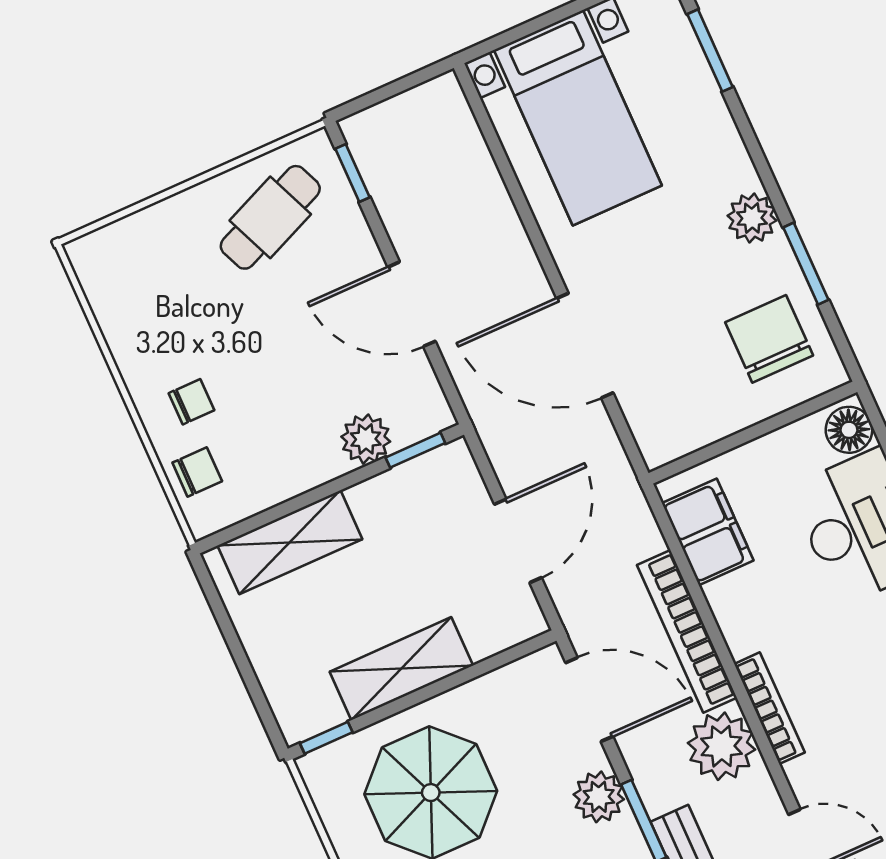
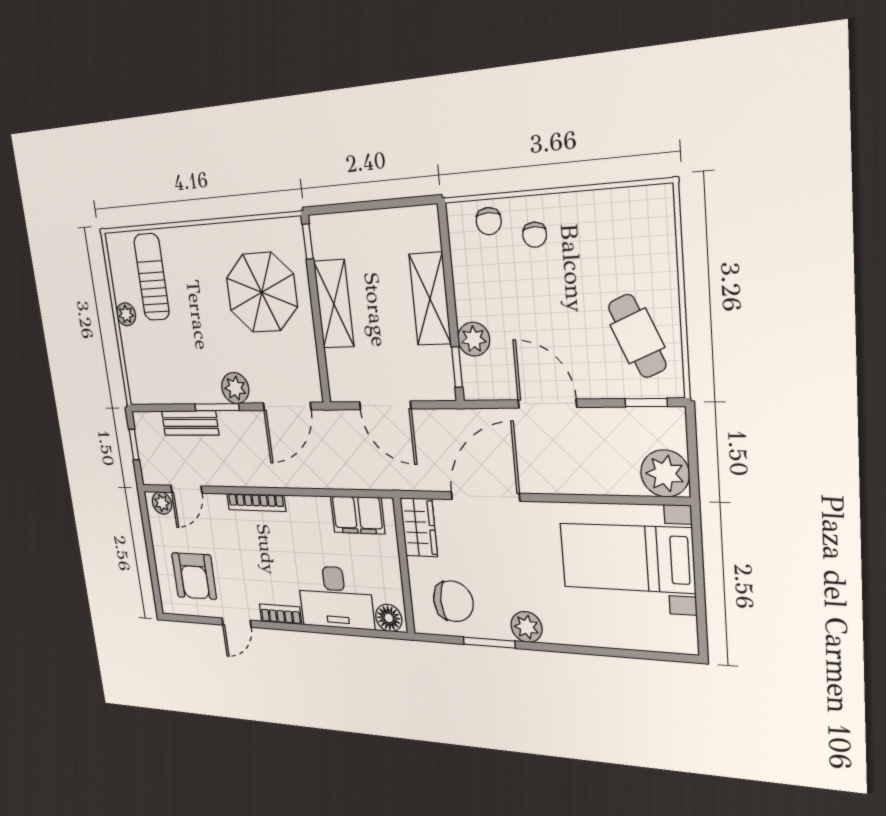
window: (710, 51) -> (638, 654), removed
door: (412, 304) -> (547, 404), hinge flipped
wardrobe: (680, 429) -> (419, 527), added
shelving: (290, 542) -> (430, 299), moved
bookcase: (687, 631) -> (308, 478), removed
plant: (721, 746) -> (665, 473), moved

